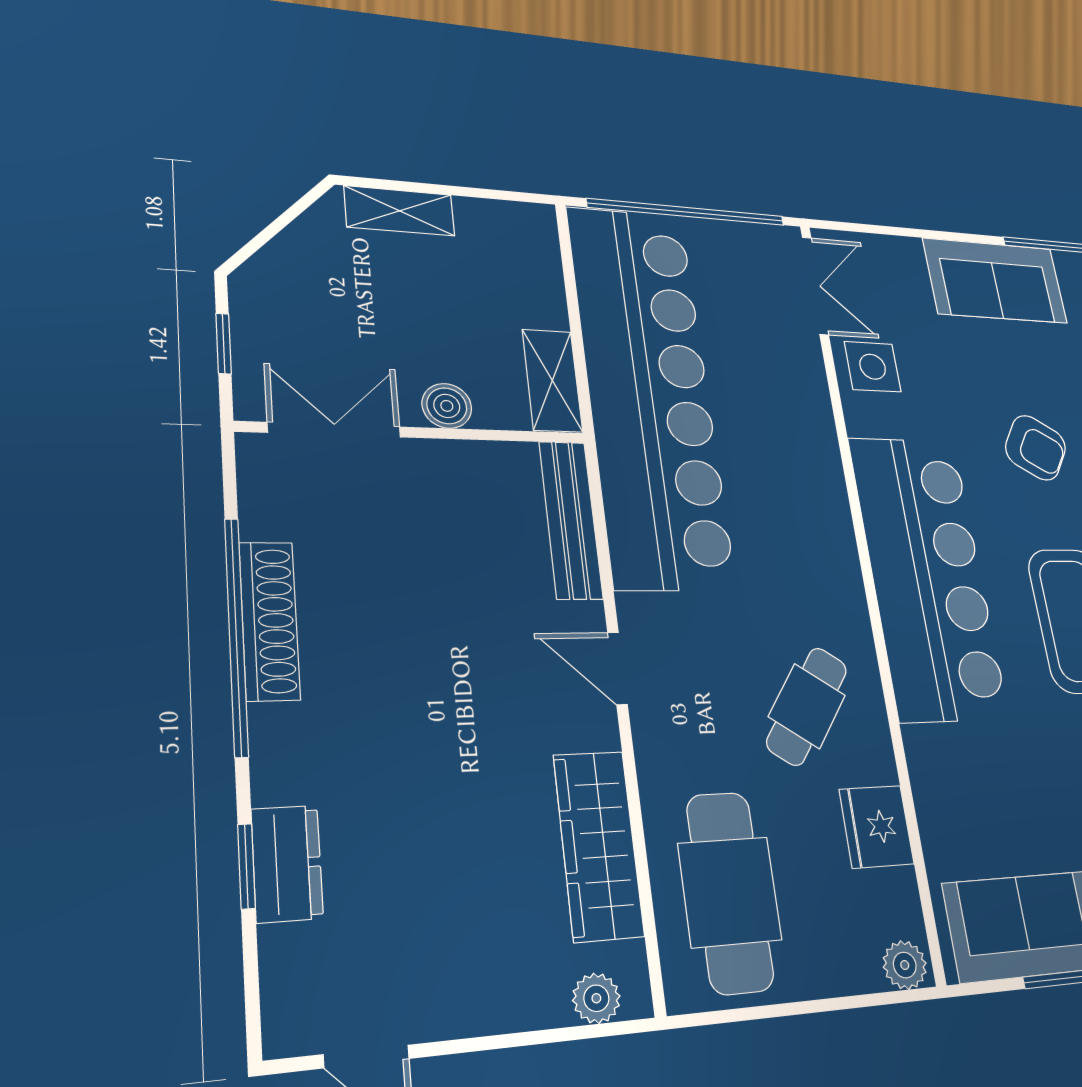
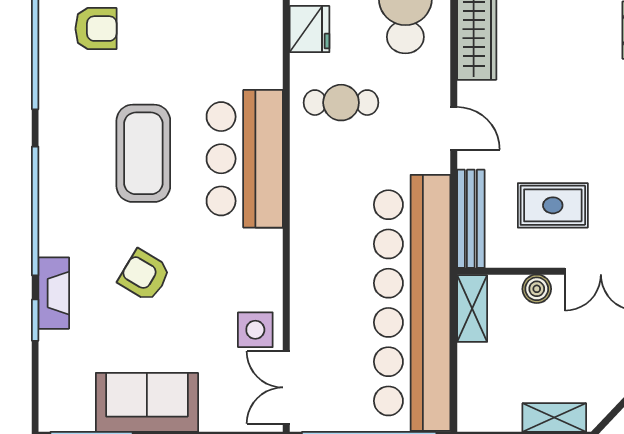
rug: (431, 540) -> (553, 205), added
bar counter: (927, 576) -> (245, 159), width x0.73
cafe table: (807, 706) -> (341, 103), turned 55

